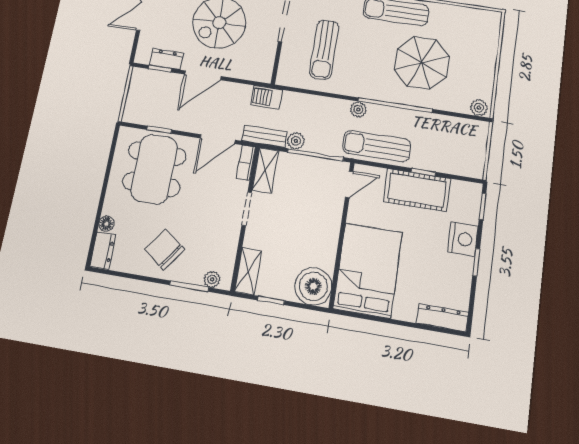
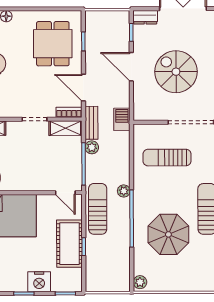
dresser: (167, 59) -> (145, 17), moved, turned 90
dining table: (154, 169) -> (53, 44), width x0.73

